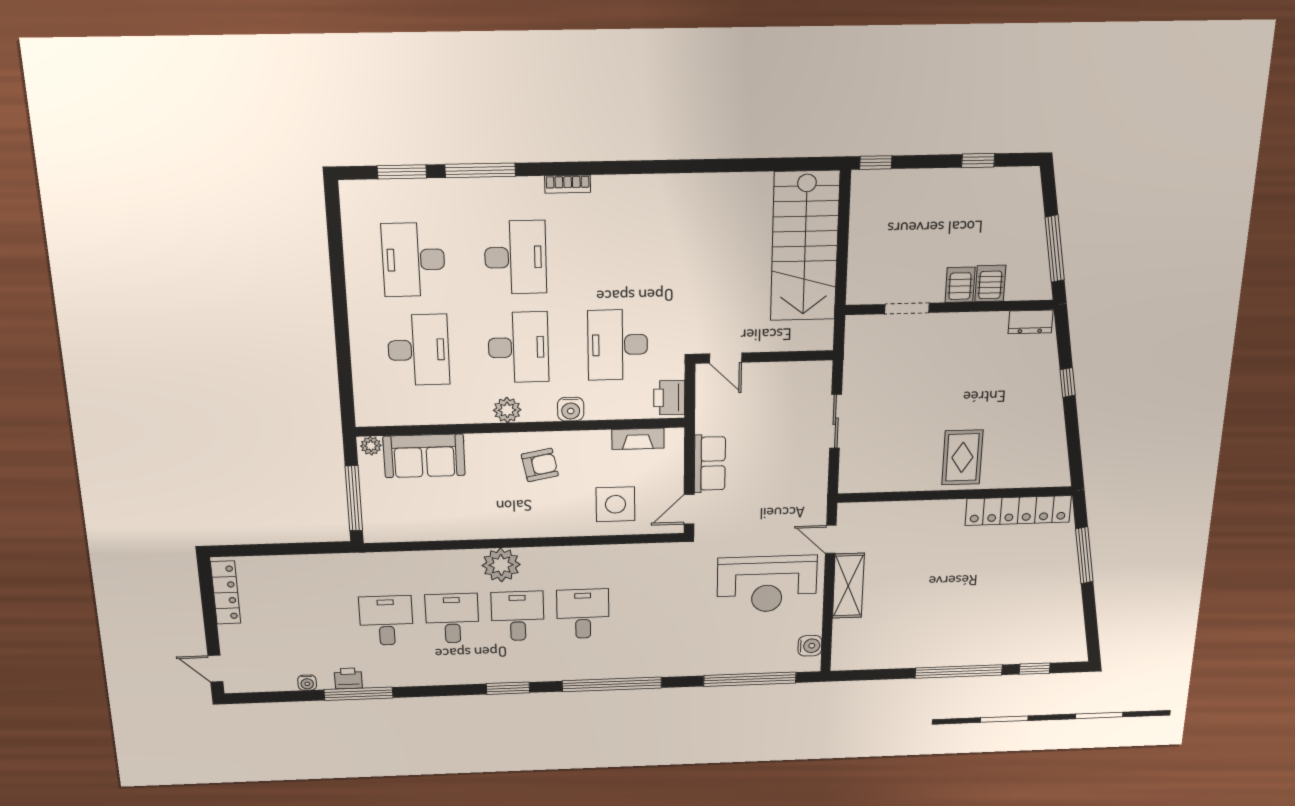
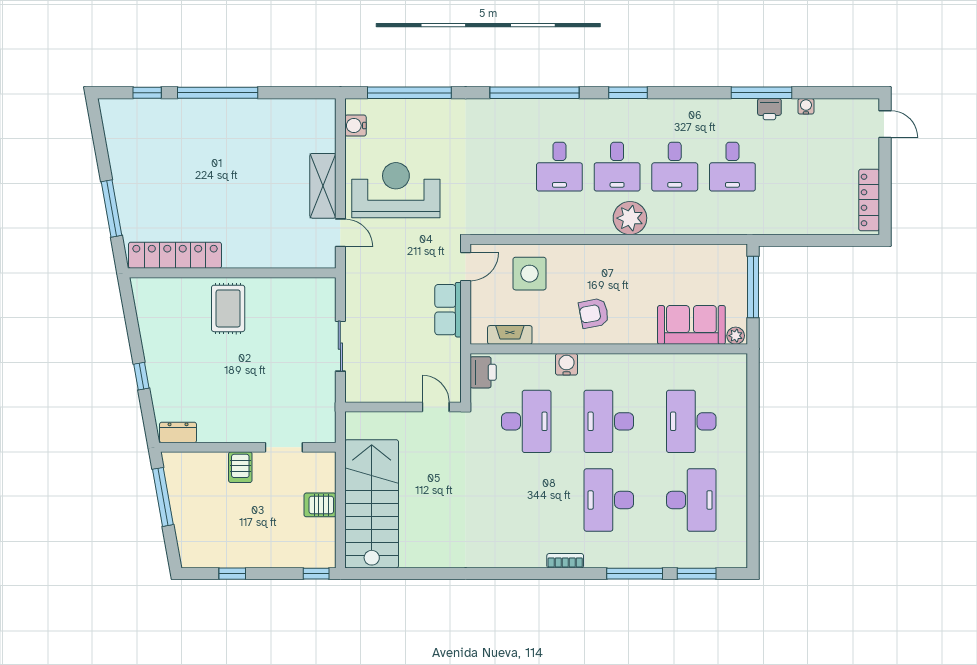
server rack: (990, 283) -> (320, 505), moved, turned 90
plant: (507, 410) -> (620, 365), removed

